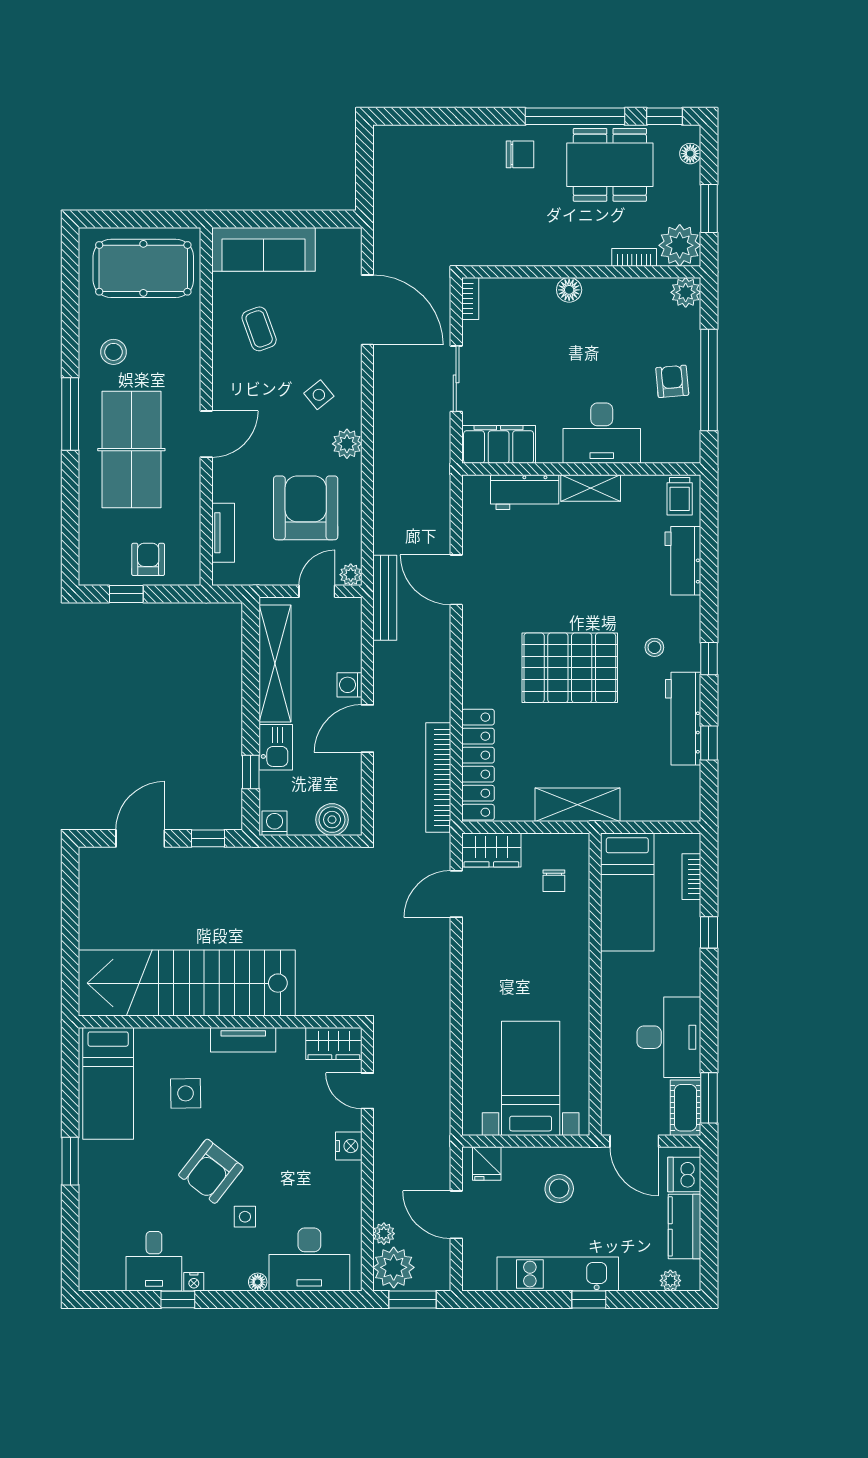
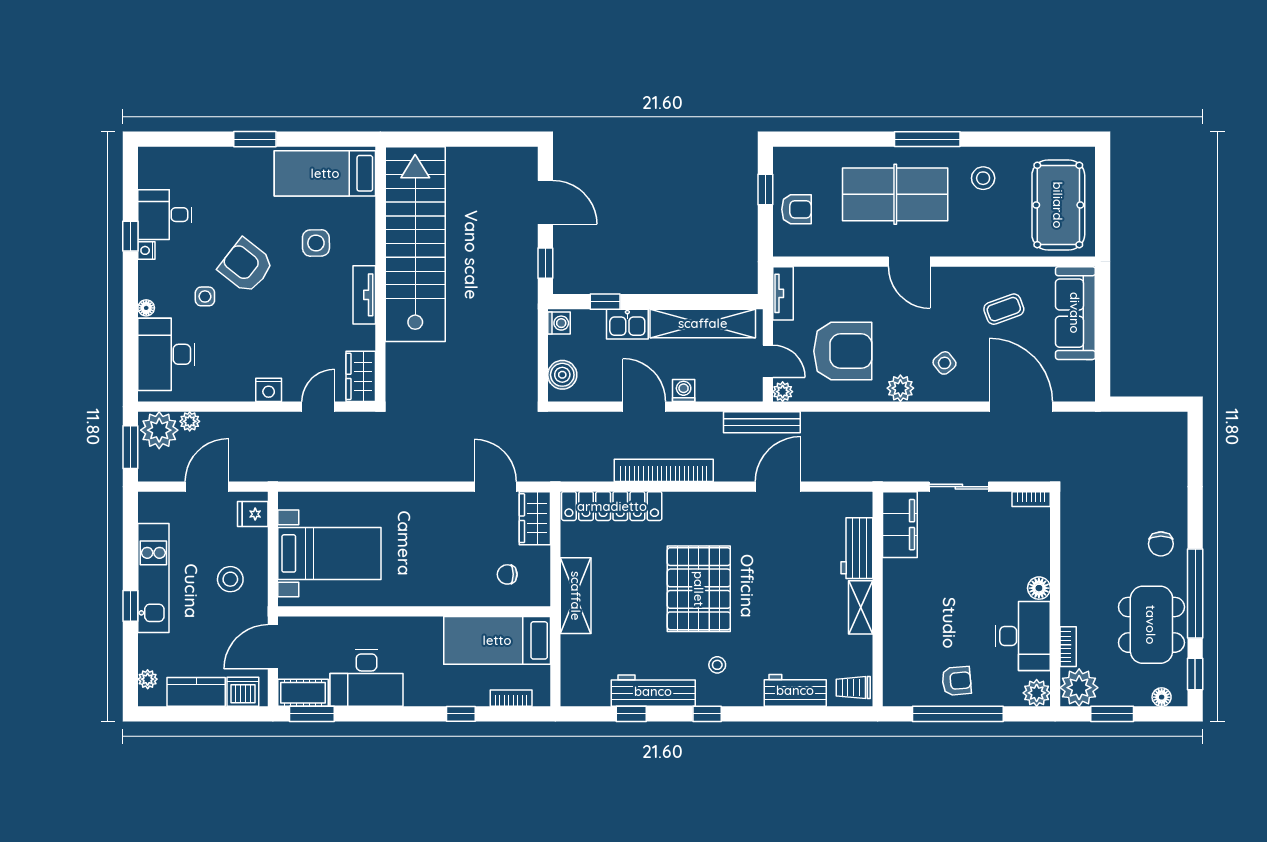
door: (367, 310) -> (1021, 407), swing flipped
desk: (602, 433) -> (1023, 636), moved, turned 180
tv unit: (223, 533) -> (783, 293), moved, turned -90
bookcase: (438, 777) -> (664, 470), moved

